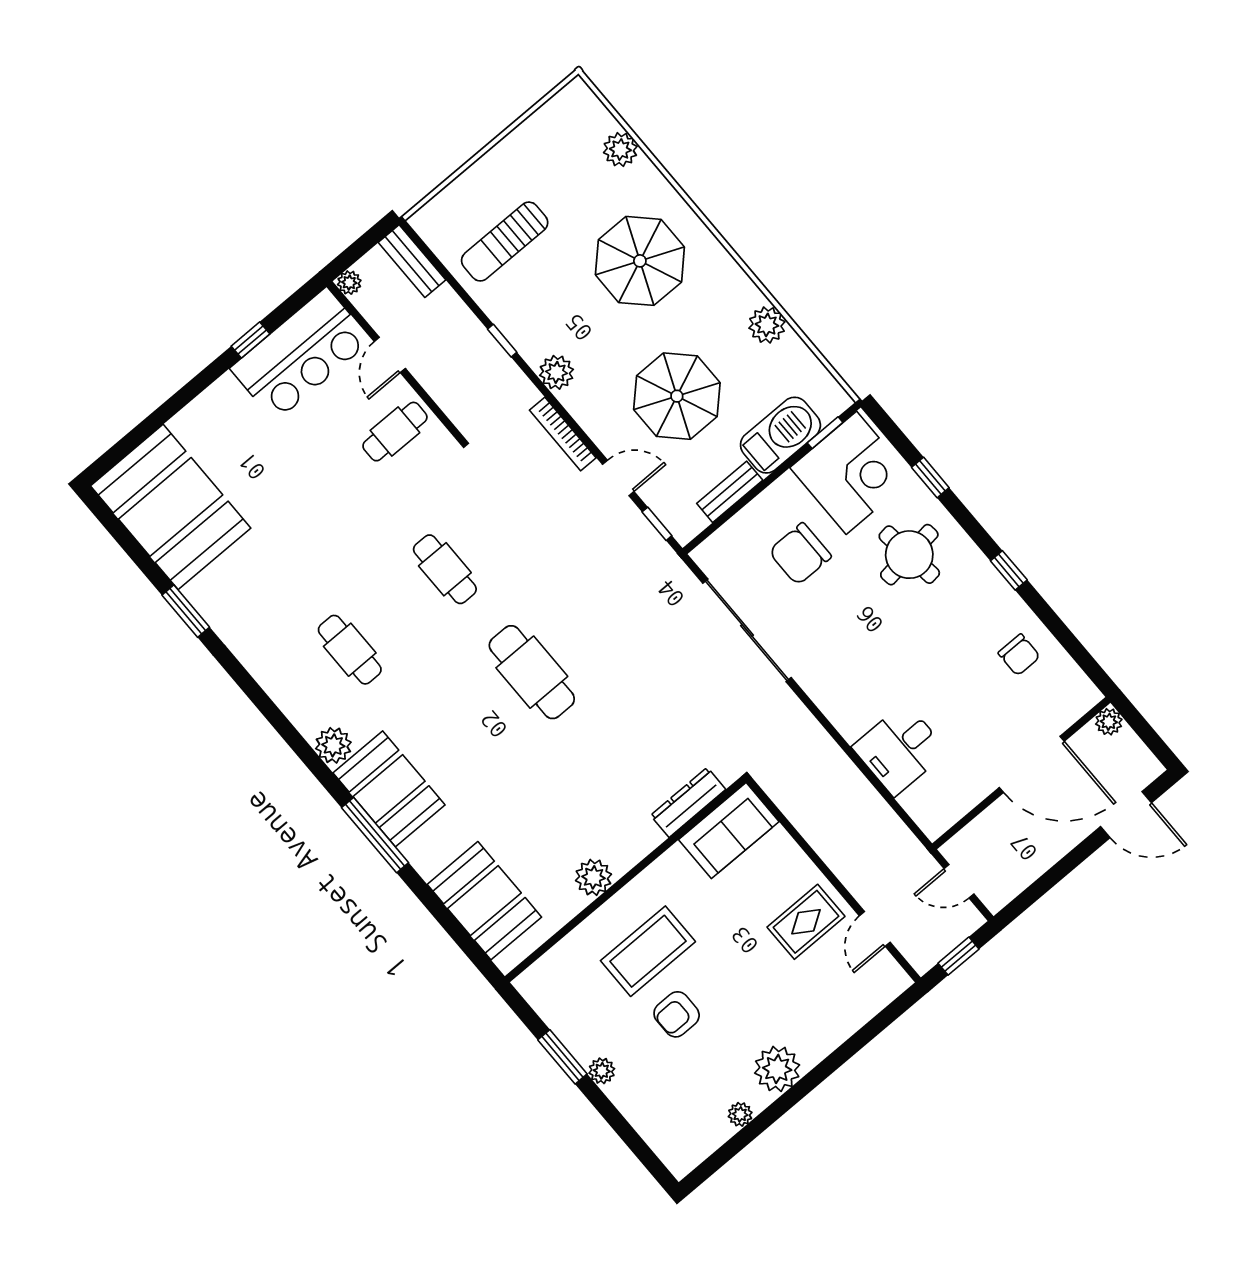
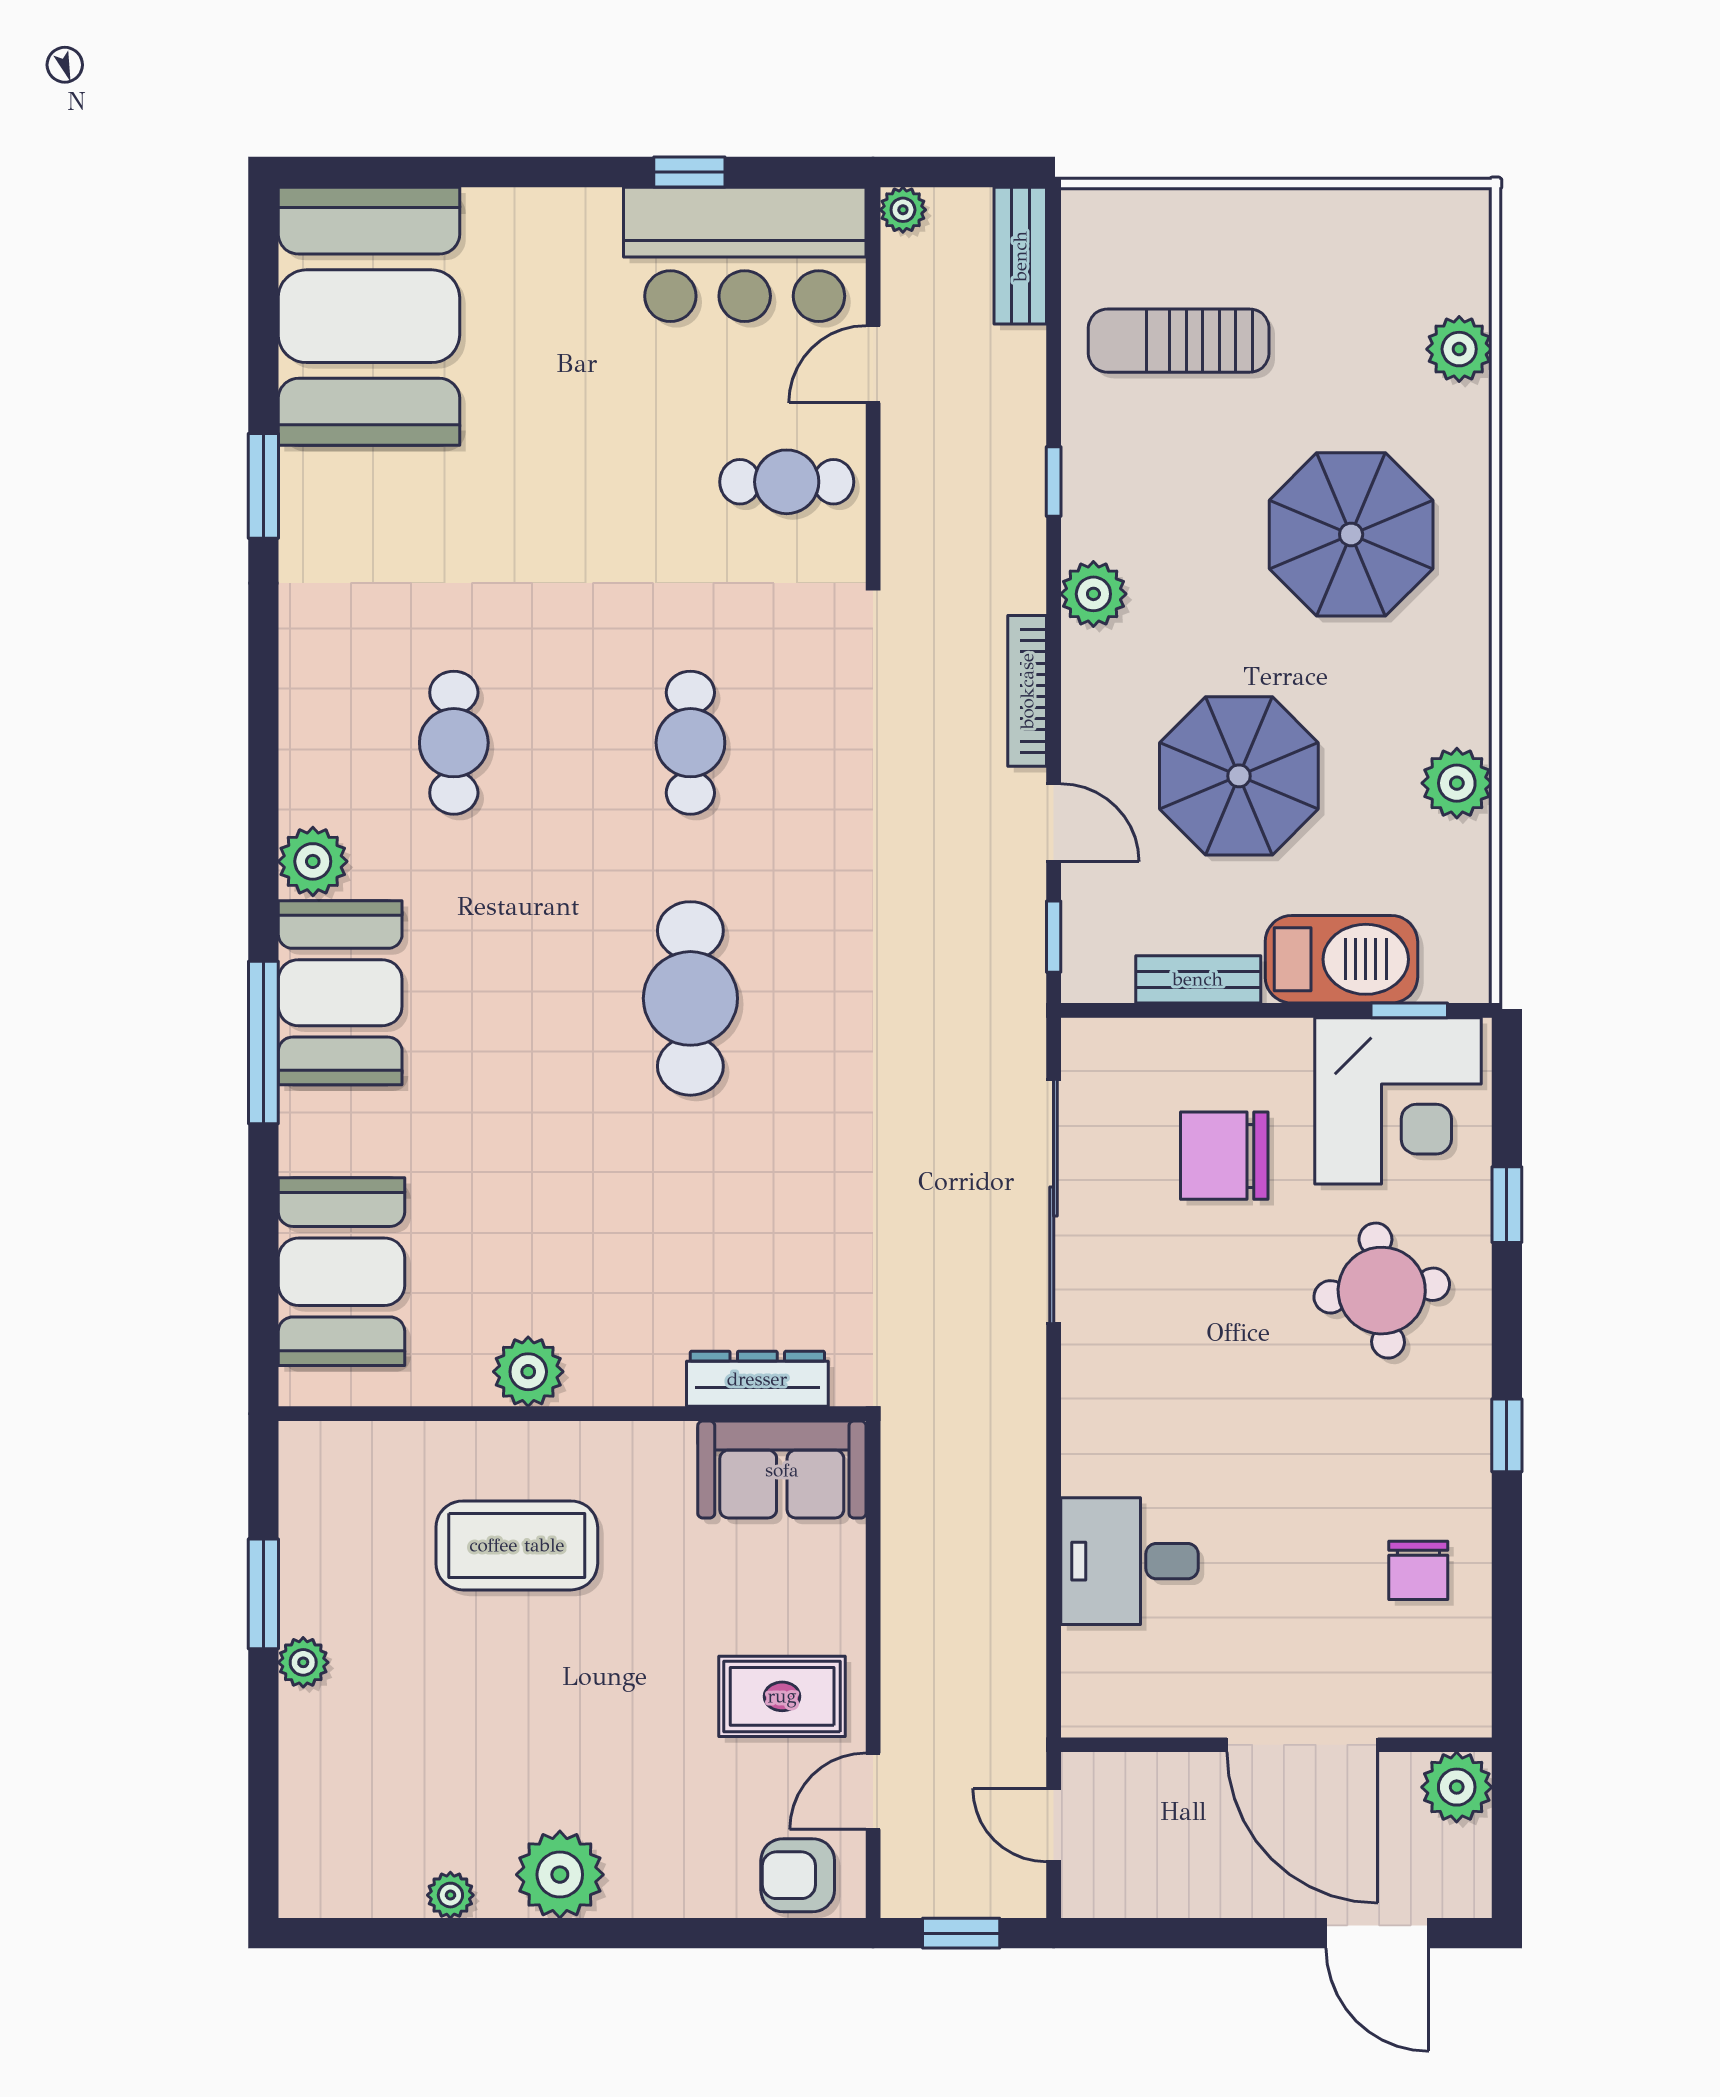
plant: (1109, 722) -> (1457, 1787), width x1.38, depth x1.38
armchair: (677, 1014) -> (798, 1875), moved

